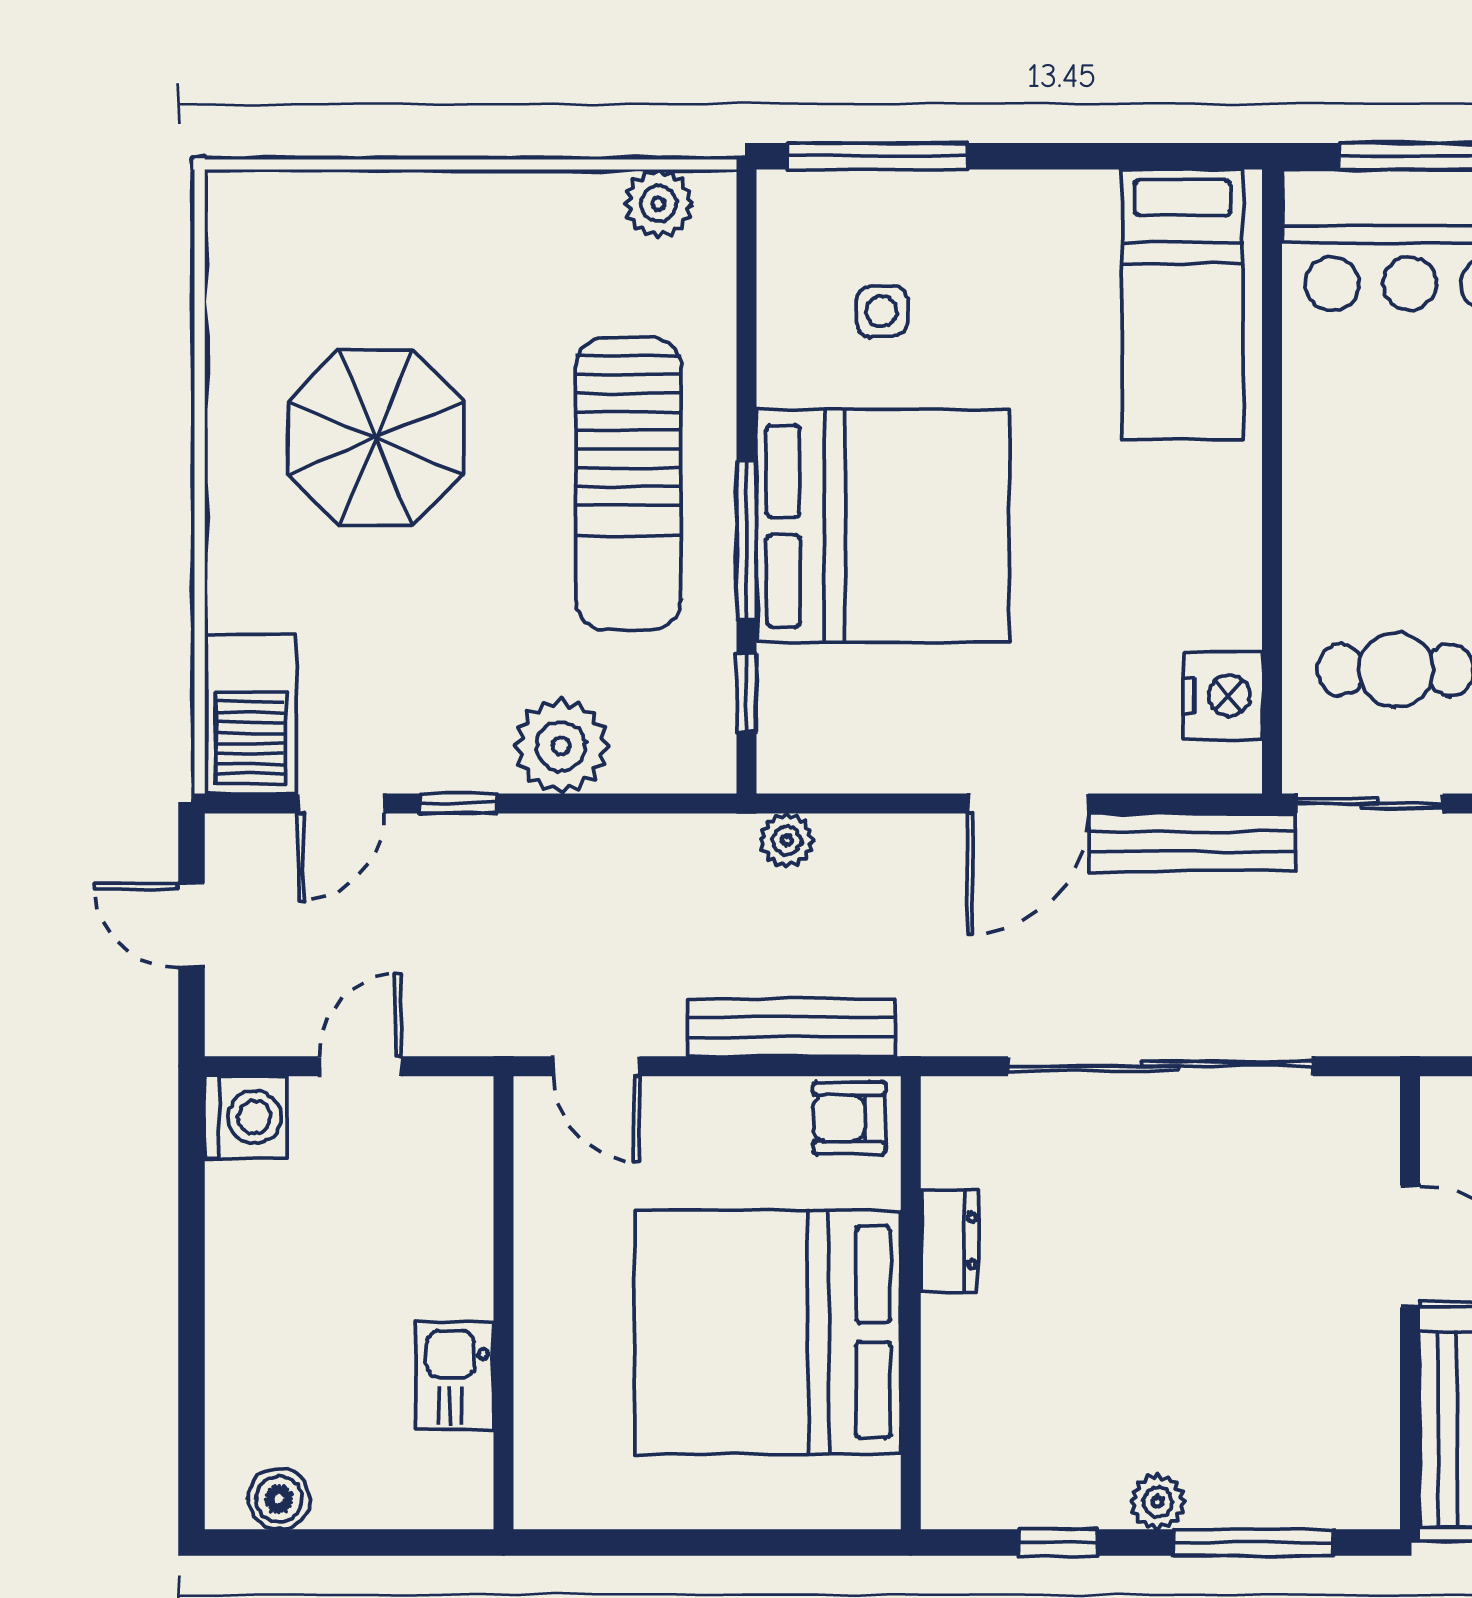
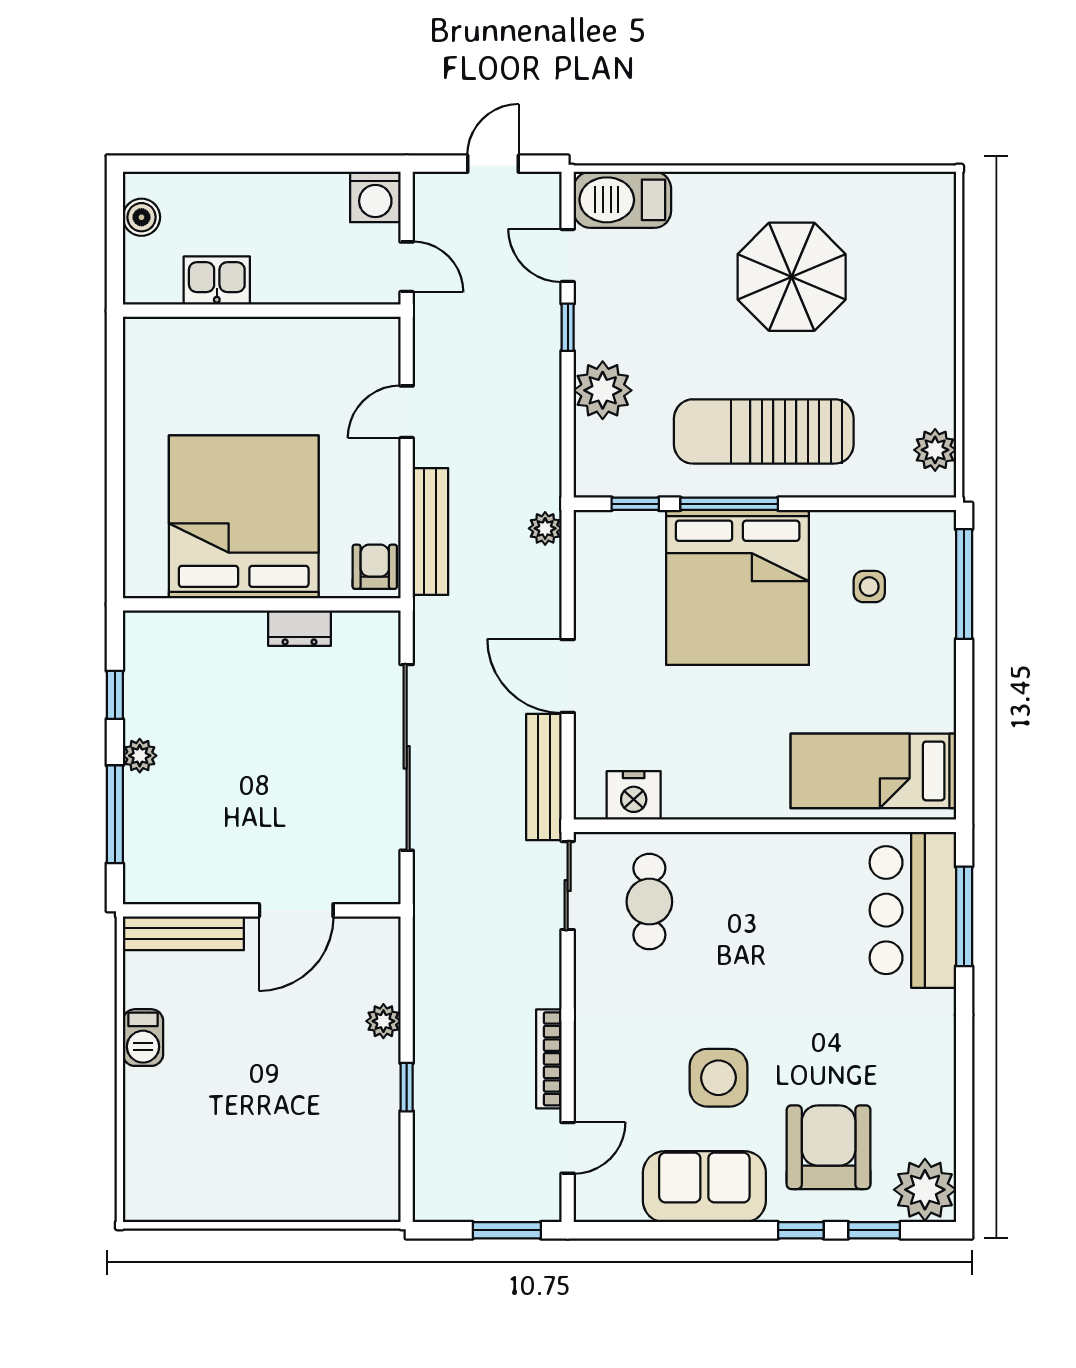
wall: (503, 1303) -> (262, 311), moved
kitchen sink: (454, 1376) -> (217, 281), moved

